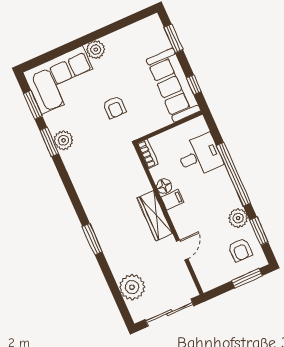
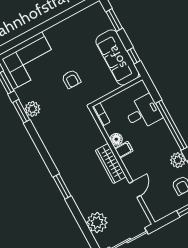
plant: (96, 50) -> (53, 34), removed

